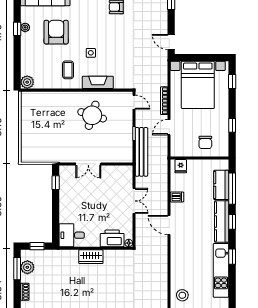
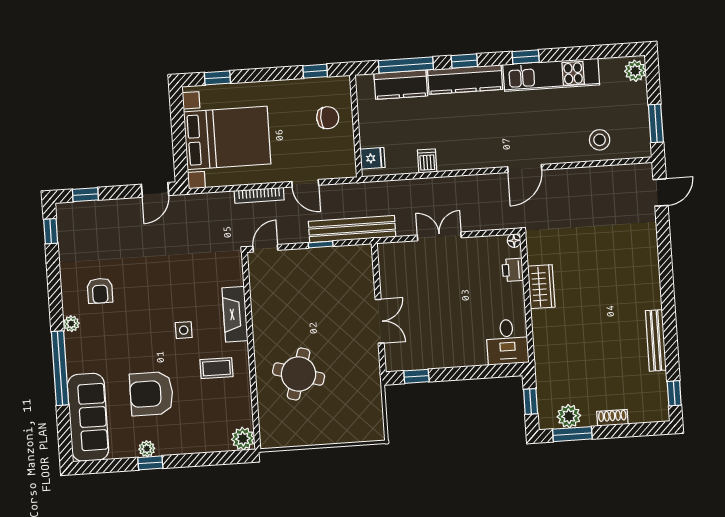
round table: (92, 115) -> (299, 374), moved
window: (232, 125) -> (315, 71), moved
door: (169, 225) -> (525, 168), moved
printer: (112, 238) -> (513, 270), width x0.53, depth x0.68
wardrobe: (91, 257) -> (541, 287), moved

